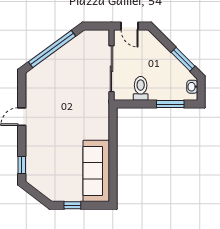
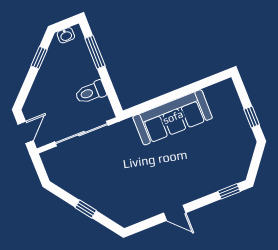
window: (52, 49) -> (86, 209), width x0.32
window: (183, 59) -> (39, 58), width x0.67
sofa: (96, 171) -> (173, 117), moved

